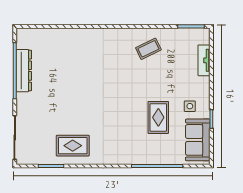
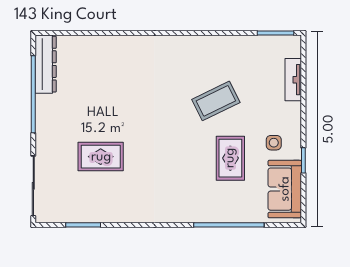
coffee table: (148, 49) -> (216, 101), moved, width x1.36, depth x1.30
dresser: (24, 71) -> (46, 64), moved
rug: (73, 146) -> (101, 157), moved

